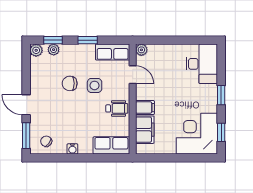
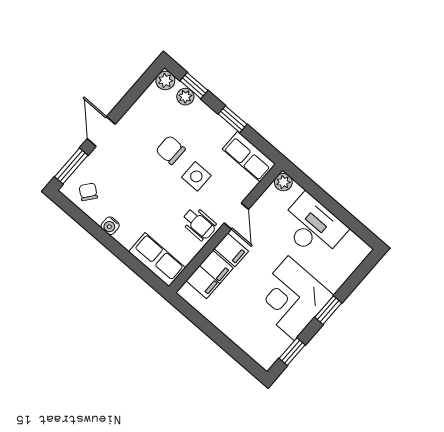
desk: (202, 64) -> (313, 227), moved, turned -90
door: (133, 75) -> (236, 216), moved
corner desk: (197, 134) -> (291, 298), moved, turned -90

